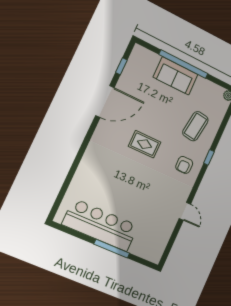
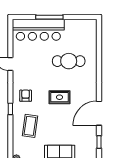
cafe table: (113, 184) -> (69, 61), added
bar counter: (100, 225) -> (38, 30), moved

